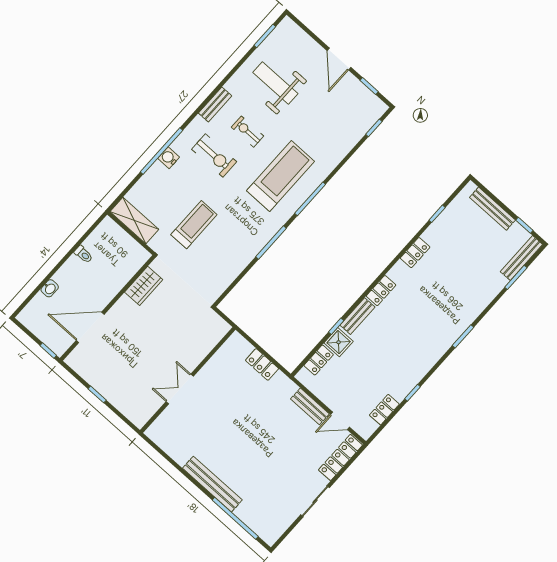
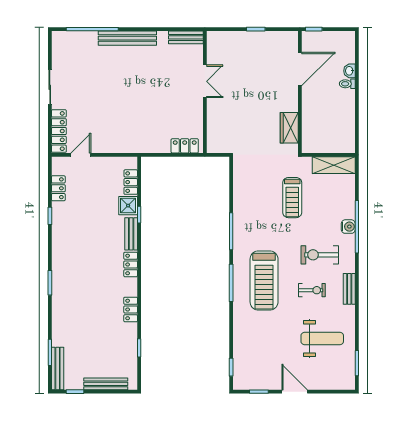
toilet: (83, 254) -> (347, 84), moved
locker: (262, 364) -> (185, 146), moved
bench: (310, 406) -> (186, 37), moved

